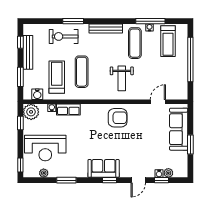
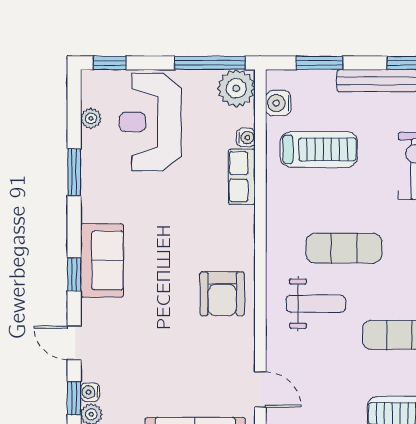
exercise mat: (82, 72) -> (344, 248), moved
weight bench: (122, 78) -> (316, 304), turned 180
window: (20, 123) -> (210, 63), width x2.17

